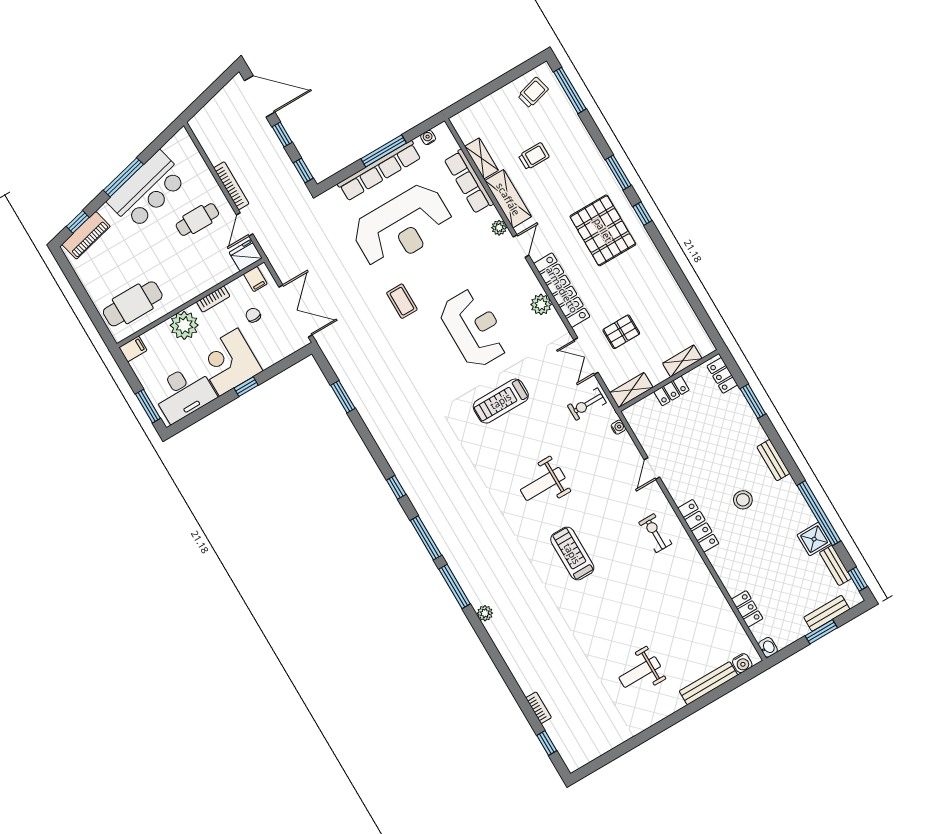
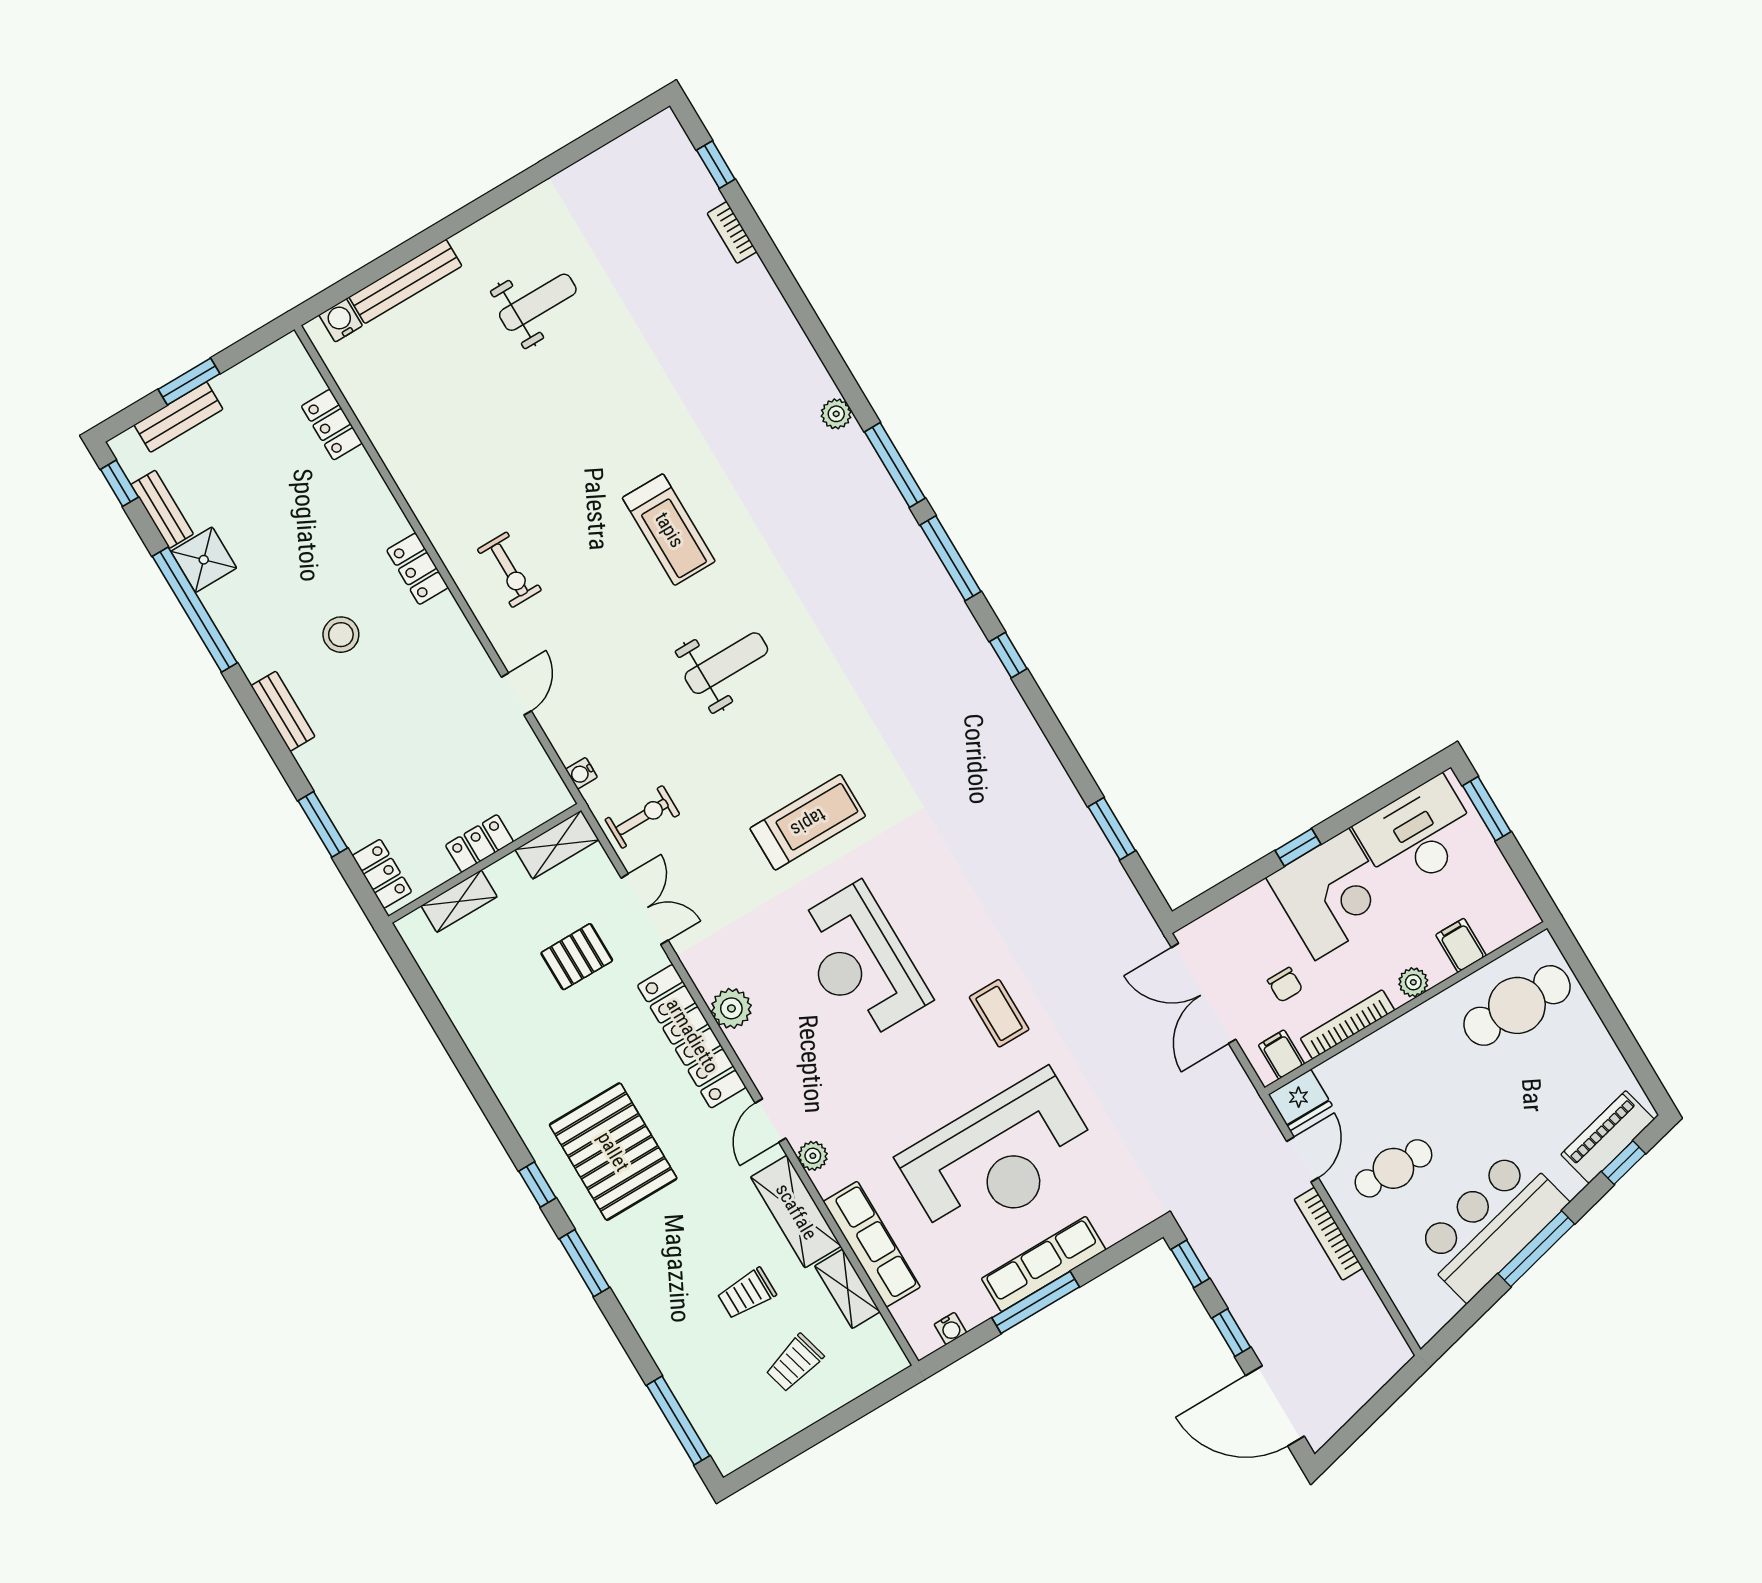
trolley: (533, 92) -> (794, 1363), moved
row of seats: (379, 171) -> (1044, 1264), width x0.73
reception desk: (402, 226) -> (999, 1158), turned 180
bookcase: (213, 299) -> (1347, 1024), width x1.56
plant: (184, 325) -> (1413, 982), width x0.53, depth x0.53
filing cabinet: (133, 349) -> (1461, 945), moved, turned 90
locker: (698, 526) -> (417, 569), width x0.66
washbasin: (768, 647) -> (291, 351), removed

